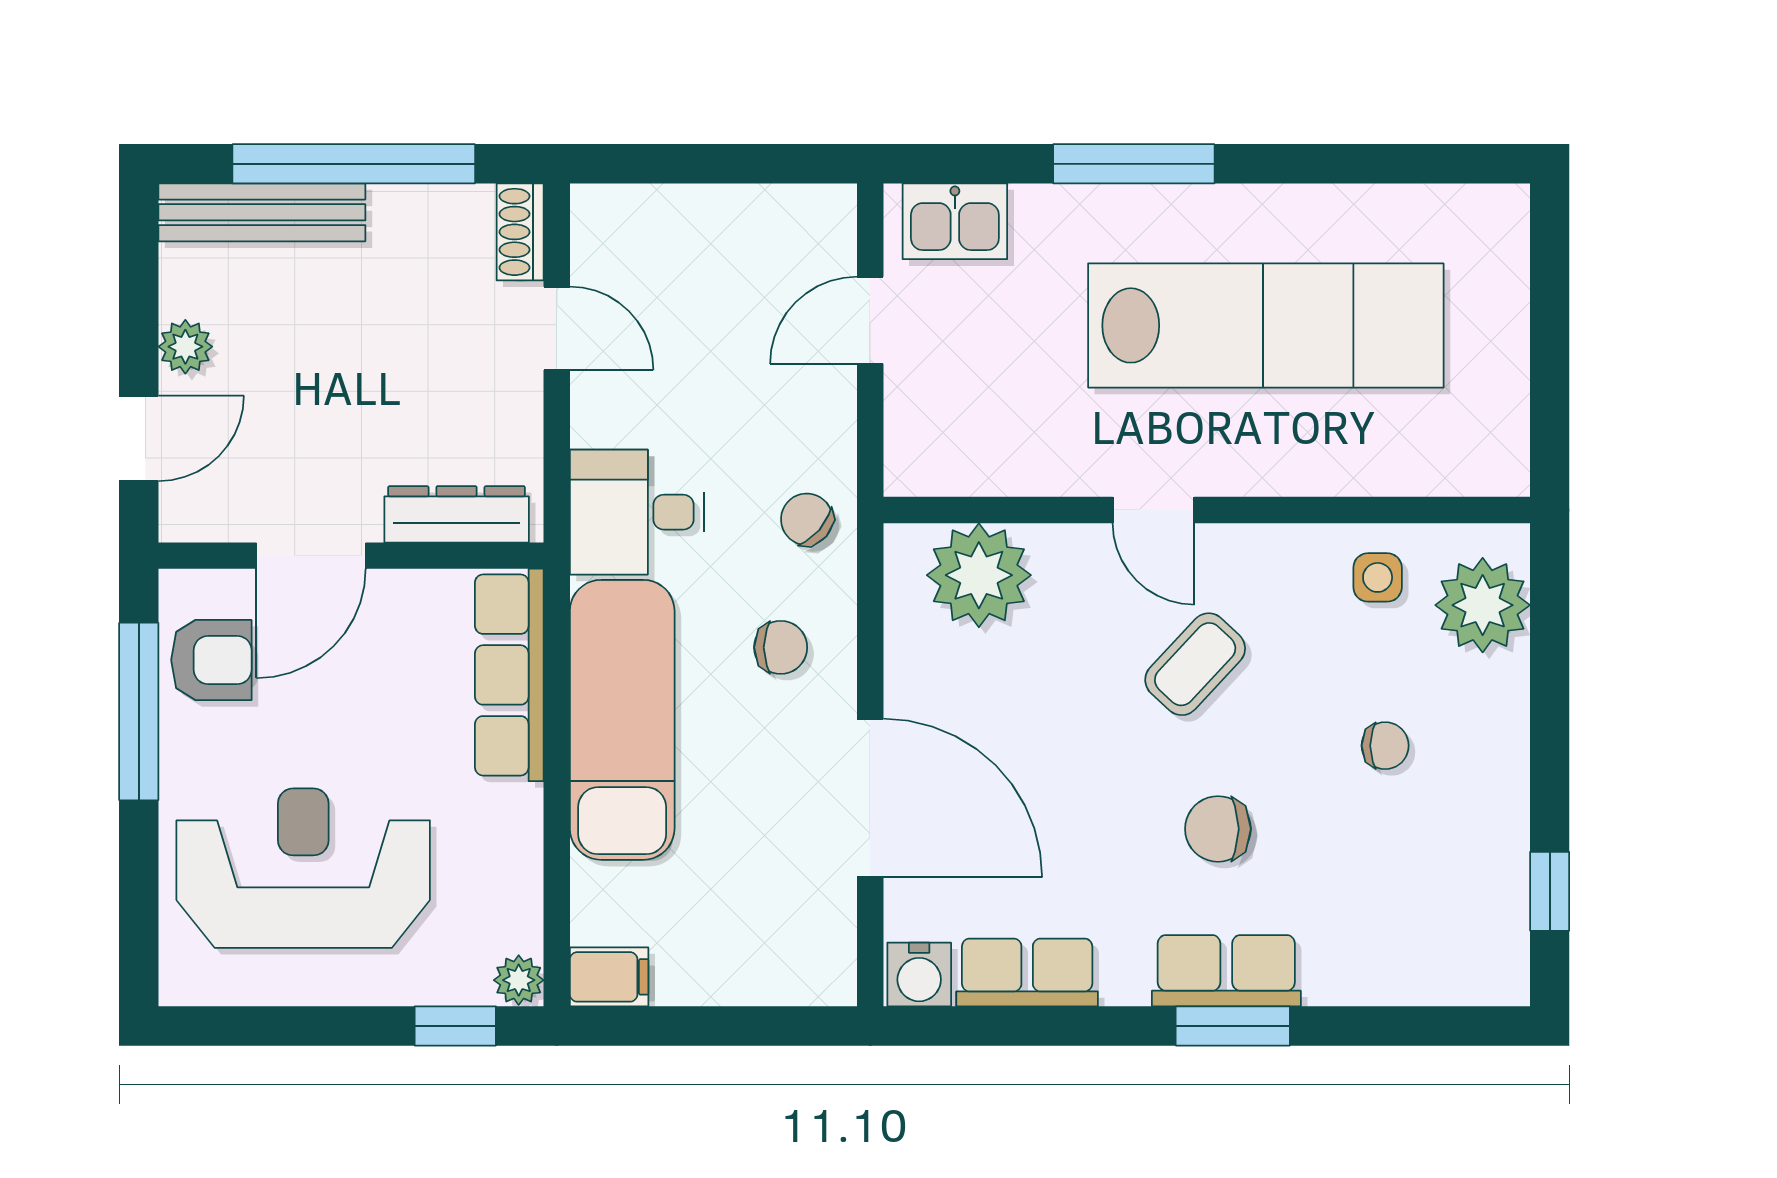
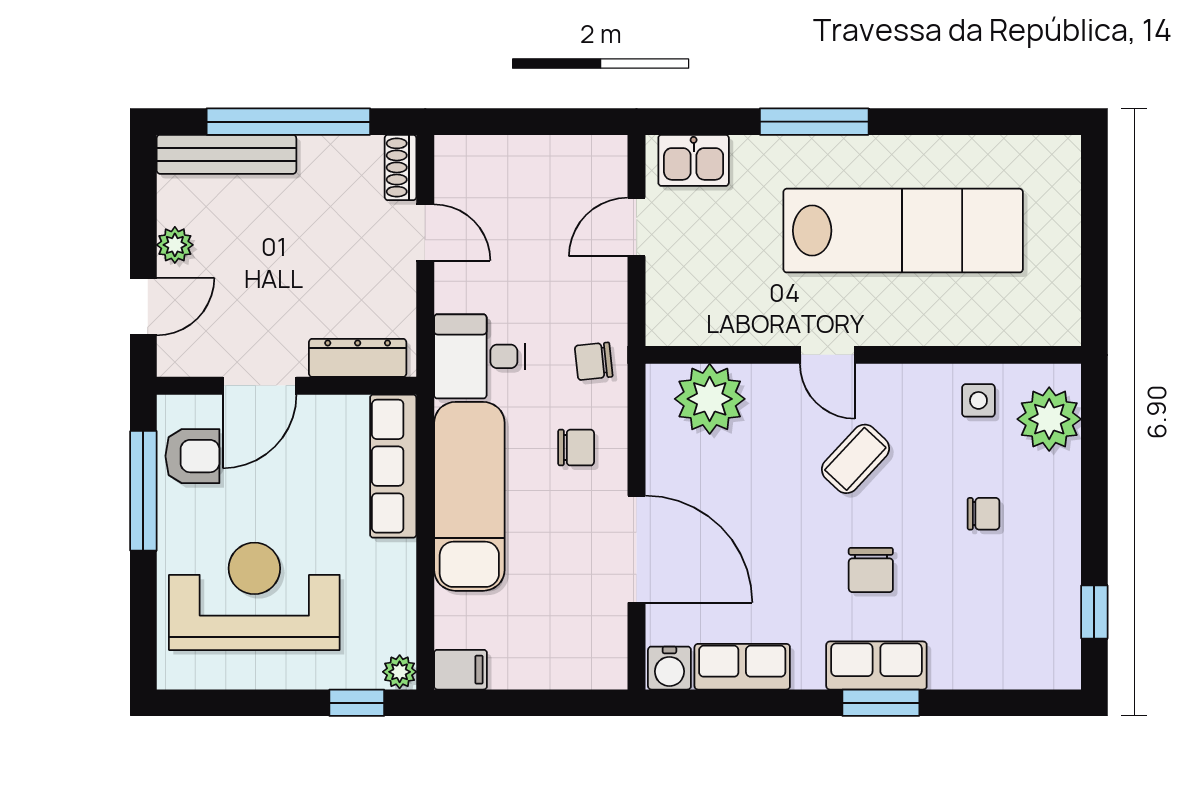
chair: (807, 519) -> (594, 361), turned -47
chair: (1218, 829) -> (871, 570), turned -90

